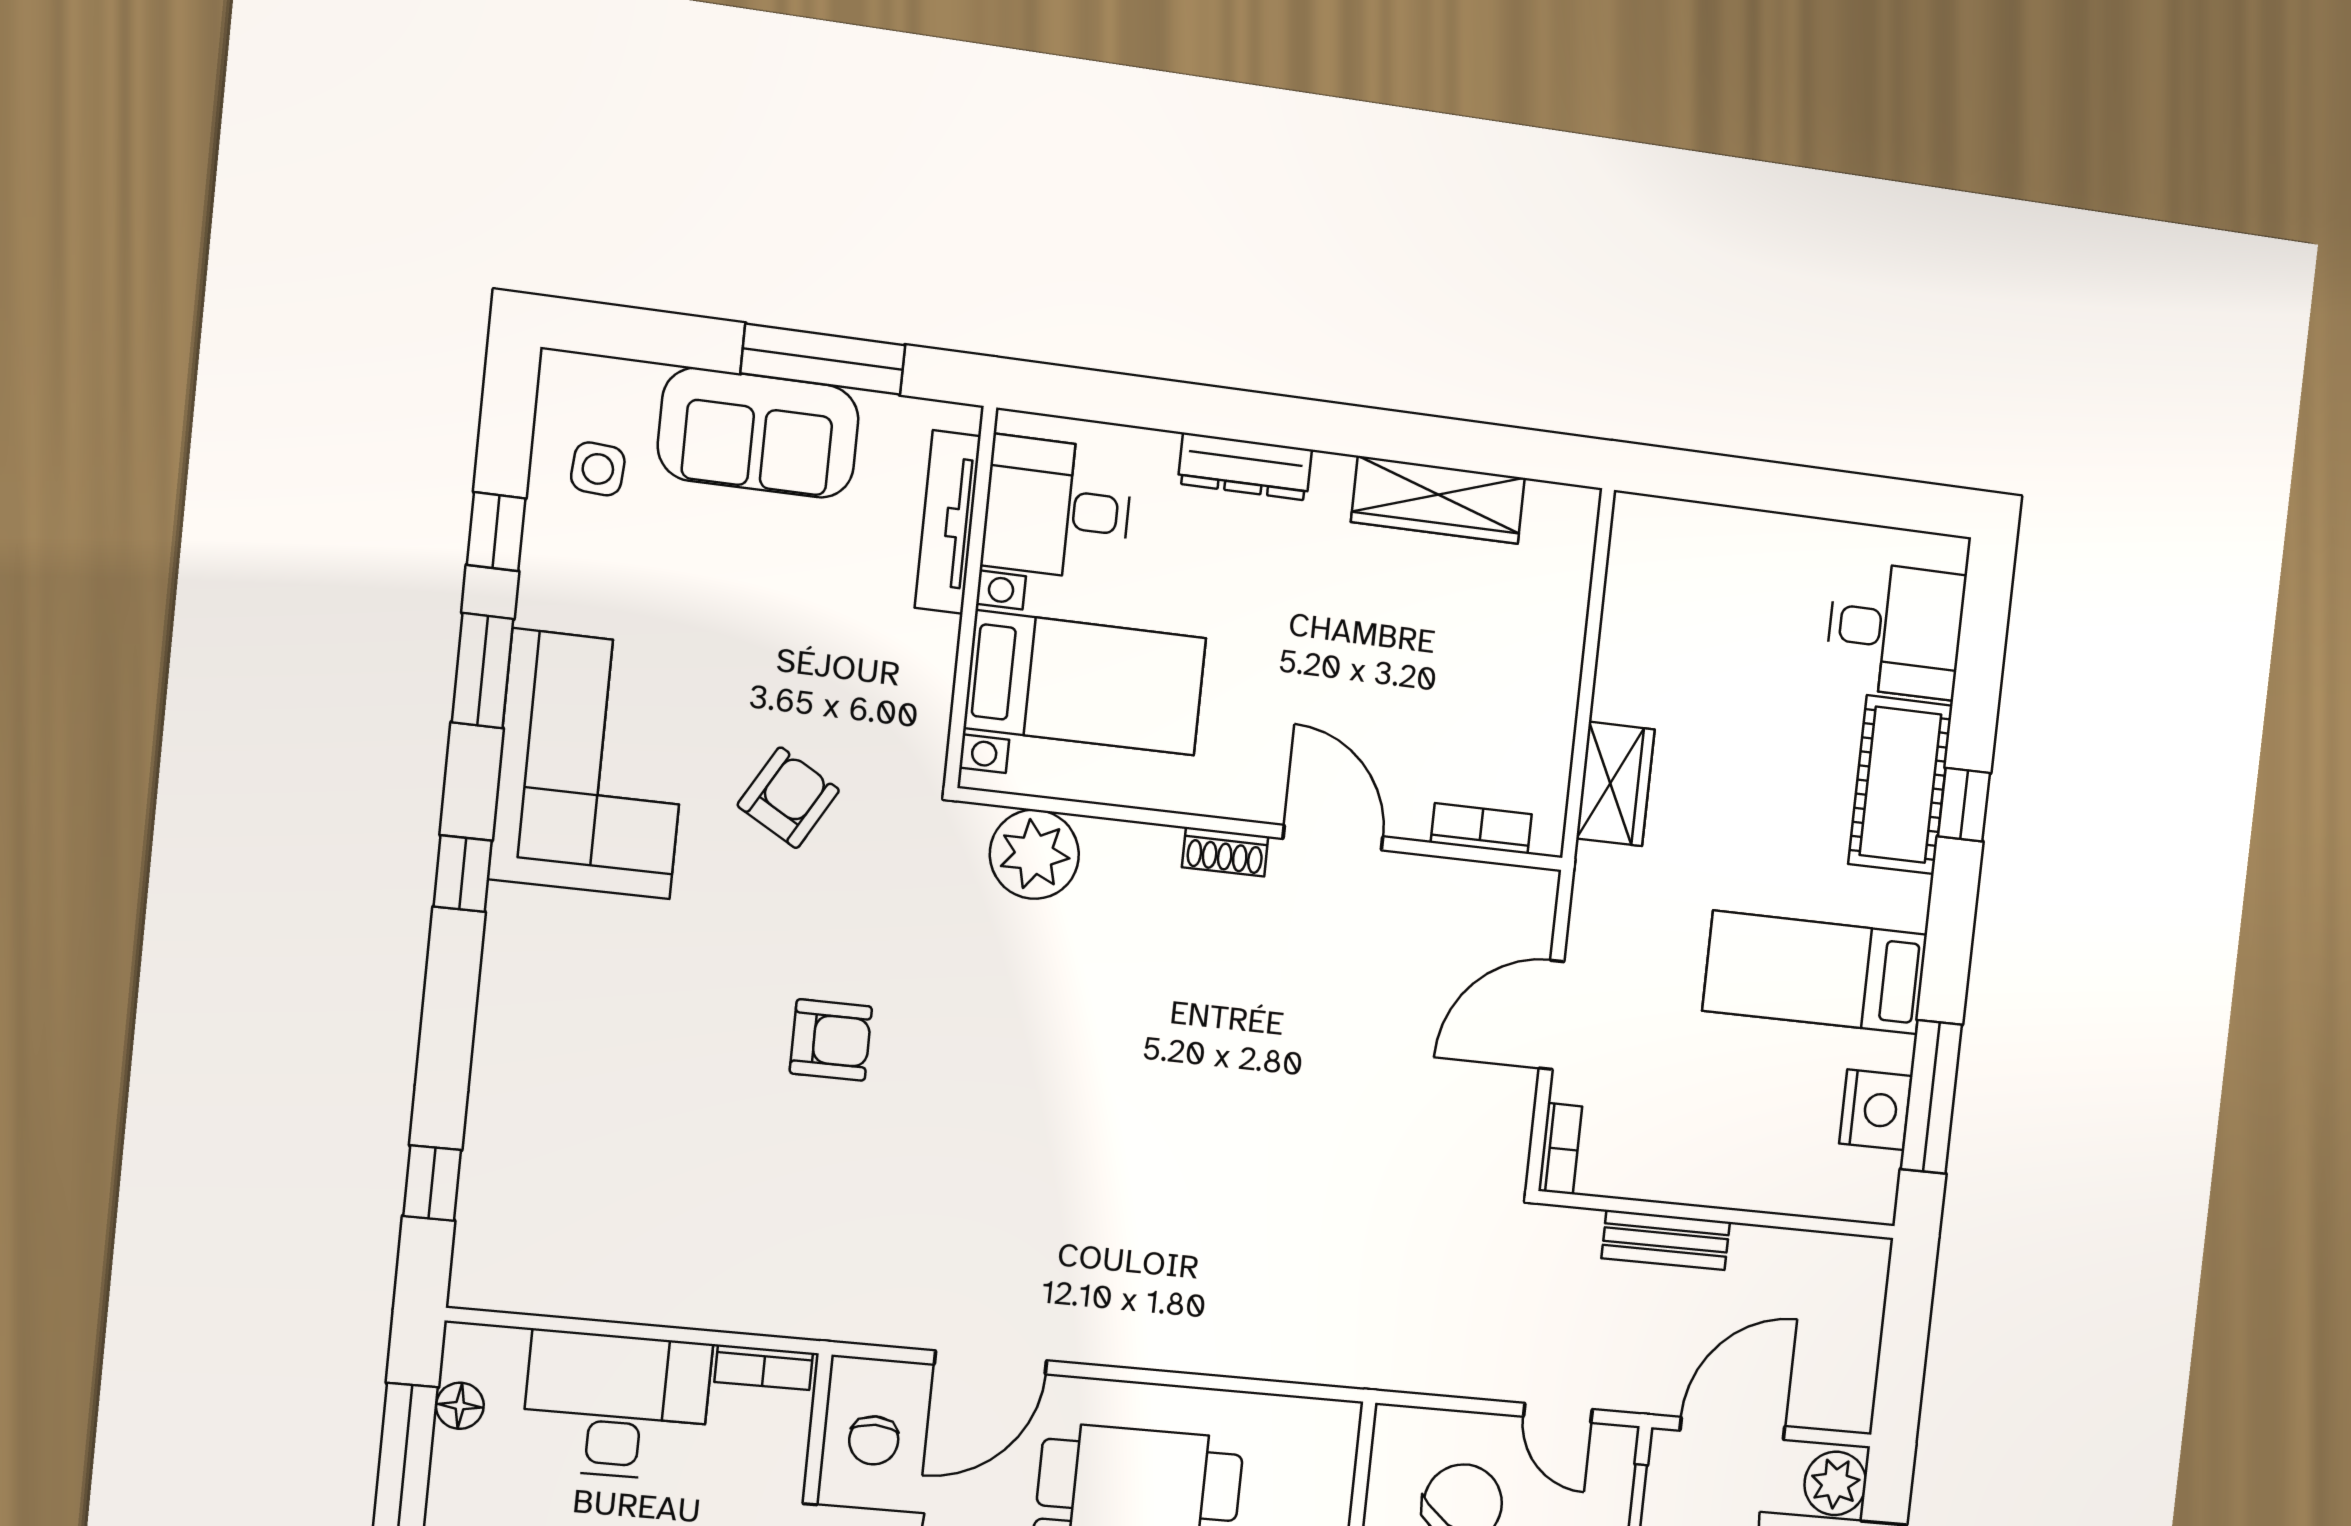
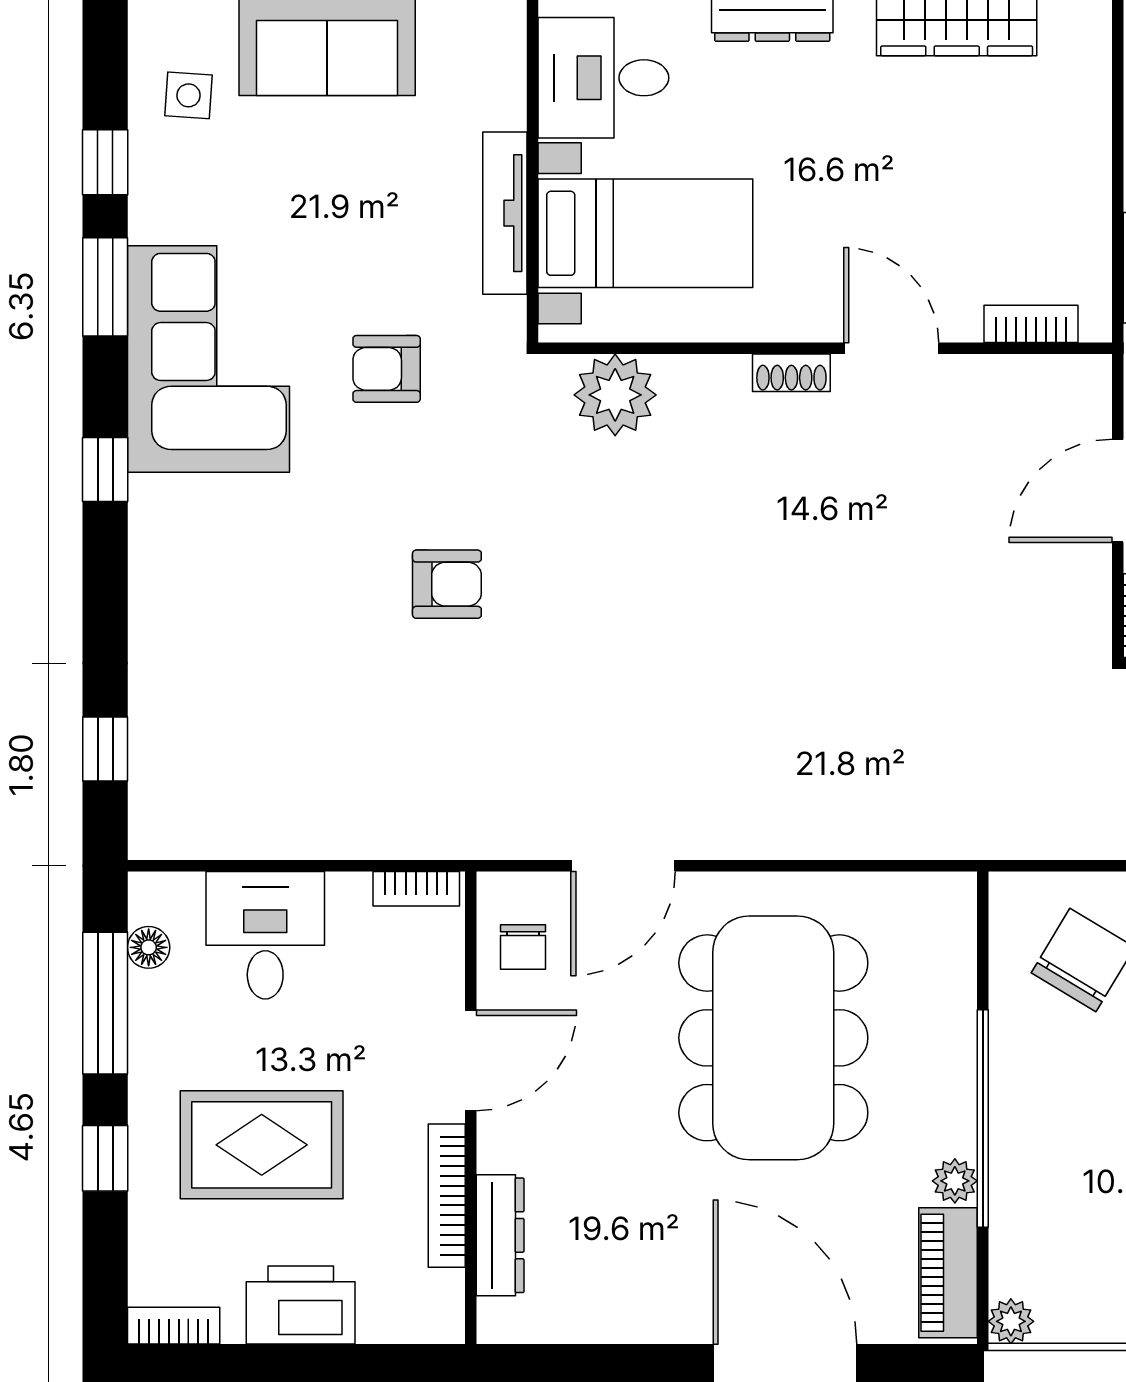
tv unit: (948, 522) -> (505, 213), moved
armchair: (788, 798) -> (387, 369), turned -120
desk: (616, 1406) -> (265, 935), width x0.73

